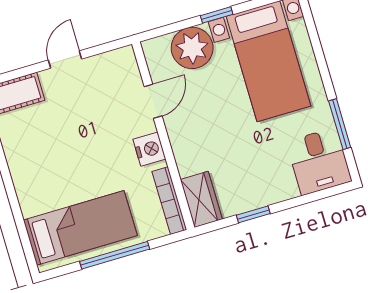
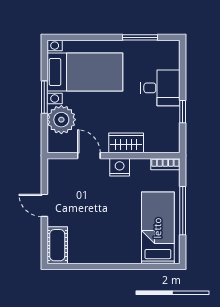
window: (217, 15) -> (44, 97), width x1.50
desk: (319, 161) -> (160, 88), moved
wardrobe: (201, 199) -> (126, 143), moved
bookcase: (169, 201) -> (165, 164), width x0.64

